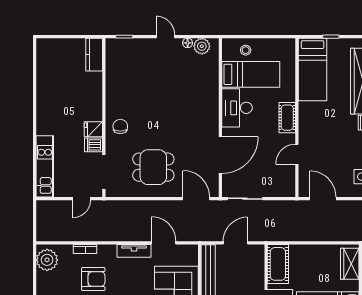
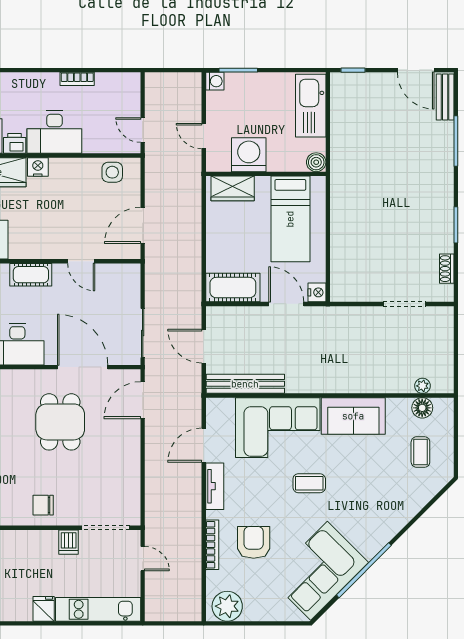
fridge: (93, 129) -> (44, 609), moved, turned 180
dining table: (153, 167) -> (60, 422), moved
bookcase: (85, 249) -> (212, 545), width x1.56

